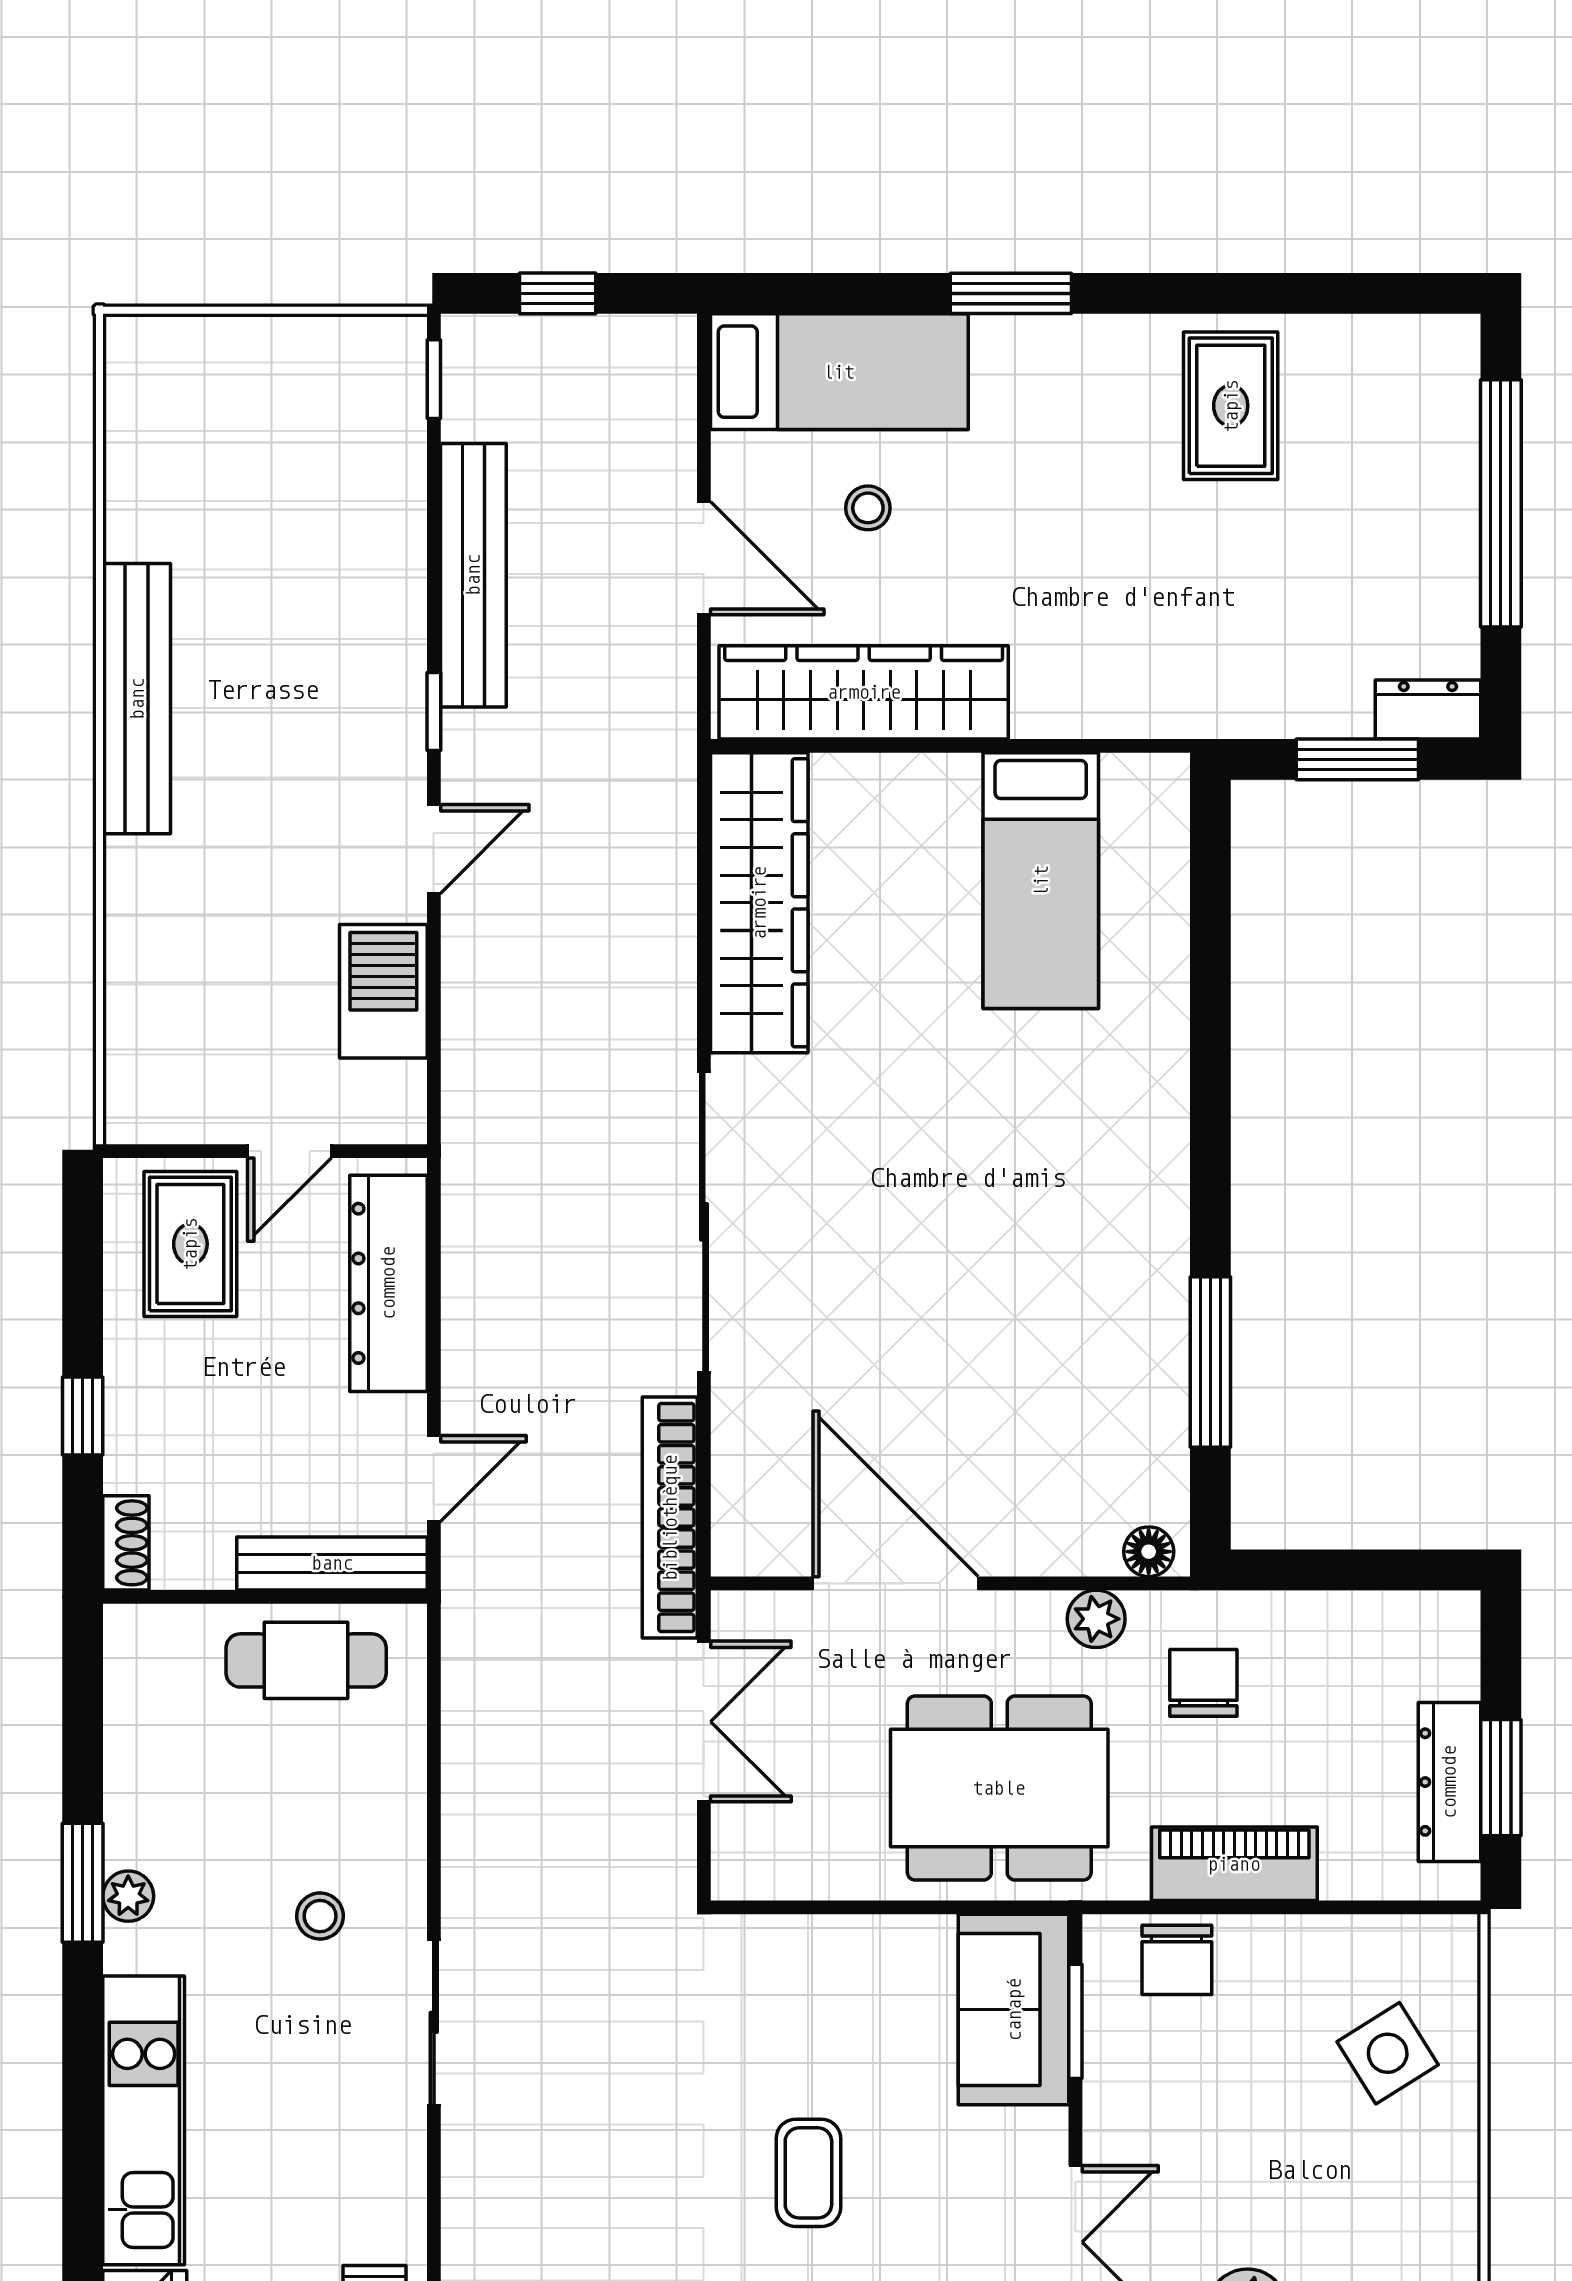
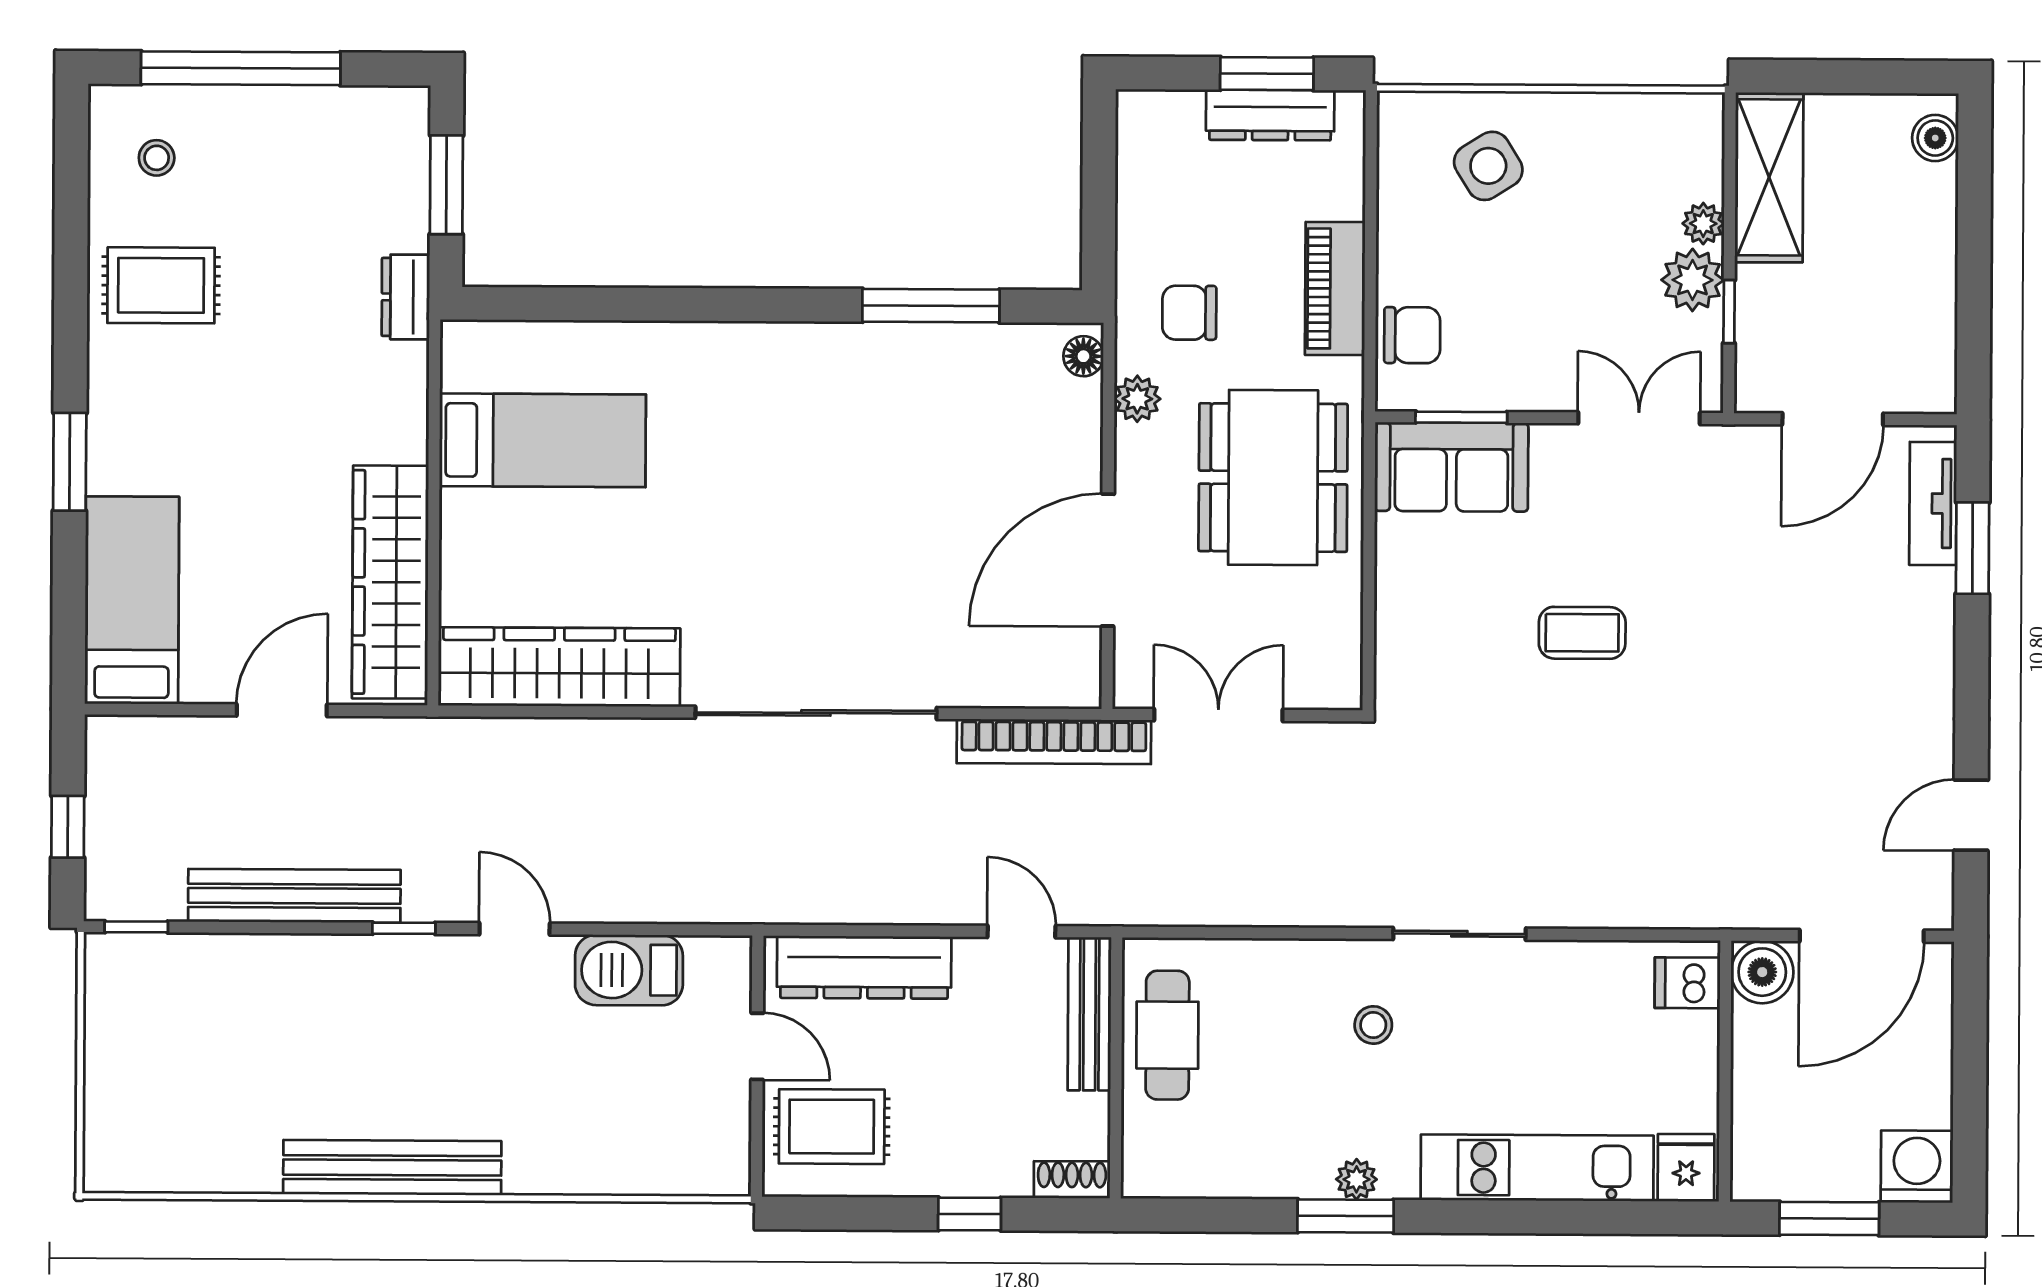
stool: (868, 508) -> (157, 158), moved
dresser: (1428, 710) -> (406, 297), moved

